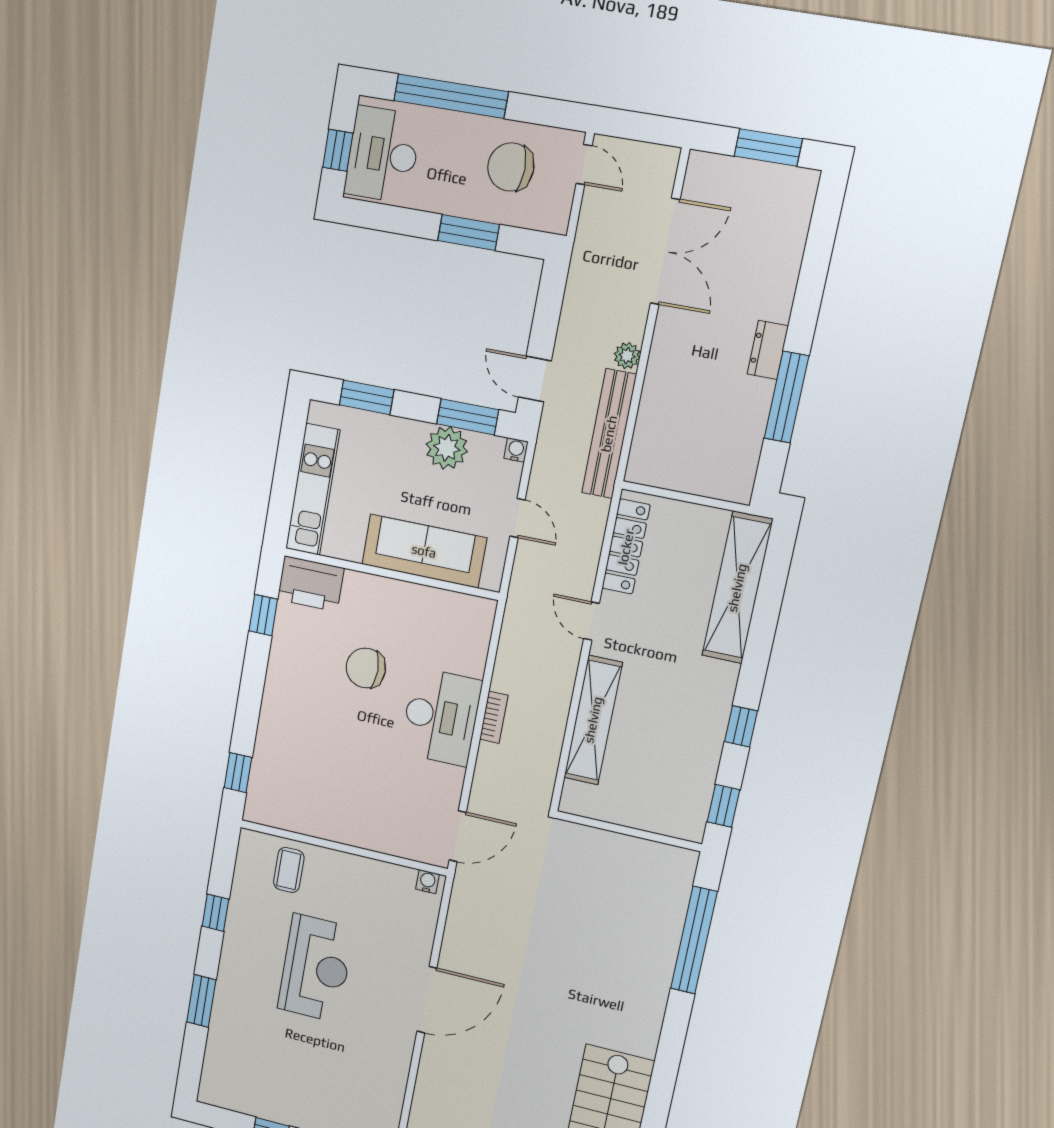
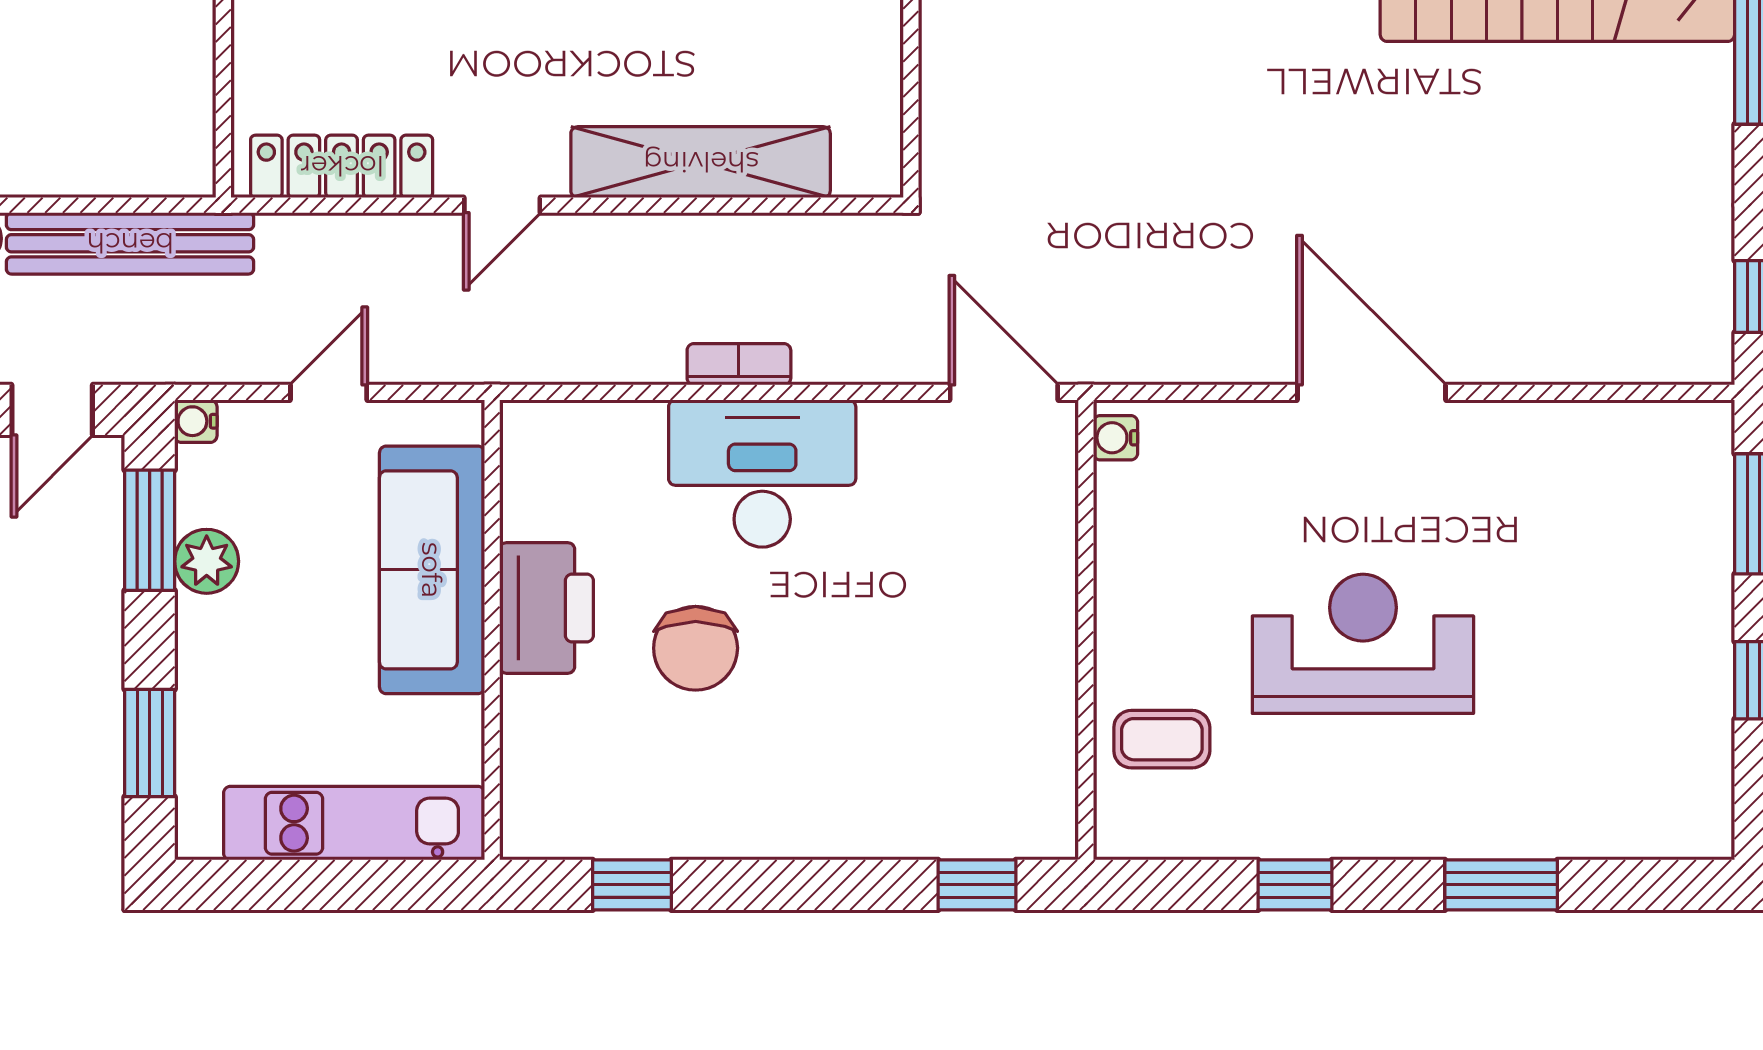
plant: (447, 448) -> (207, 561), width x0.73, depth x0.73
printer: (311, 584) -> (547, 608), moved

